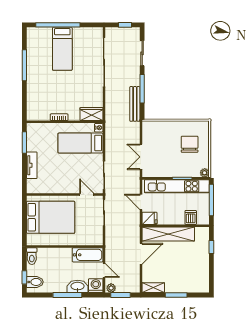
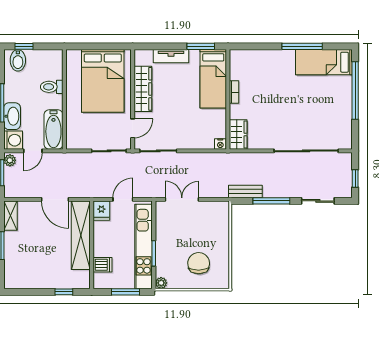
bed: (62, 49) -> (324, 62), moved
bench: (135, 104) -> (245, 191), width x0.73
bed: (81, 143) -> (213, 79), moved, turned 180
chair: (190, 144) -> (199, 263), turned -91
wardrobe: (57, 187) -> (143, 89), added
window: (211, 200) -> (126, 292), width x0.69
toilet: (32, 256) -> (52, 87), moved

